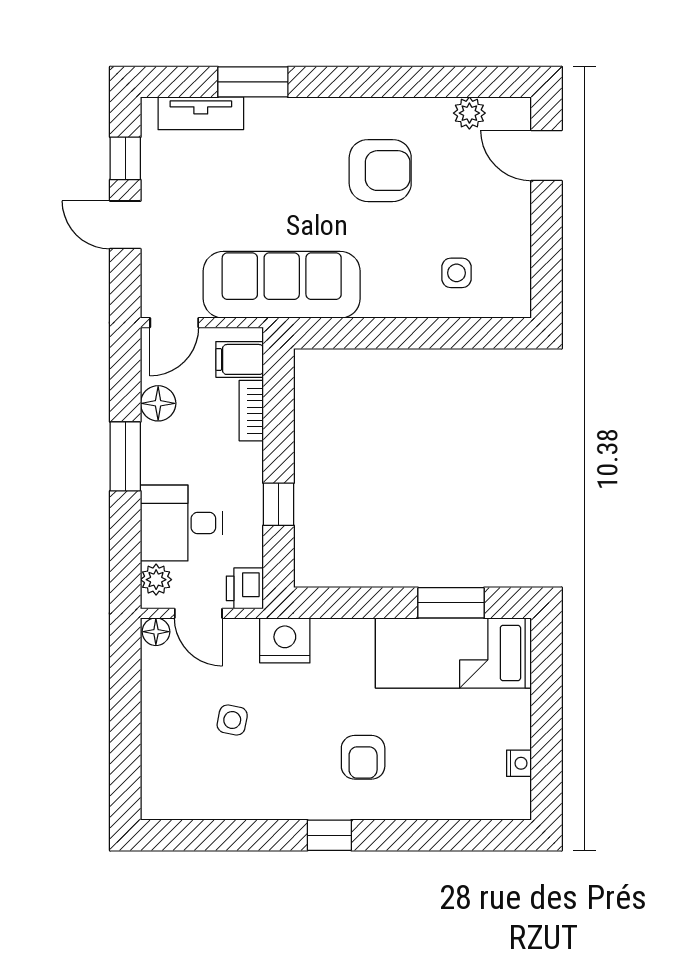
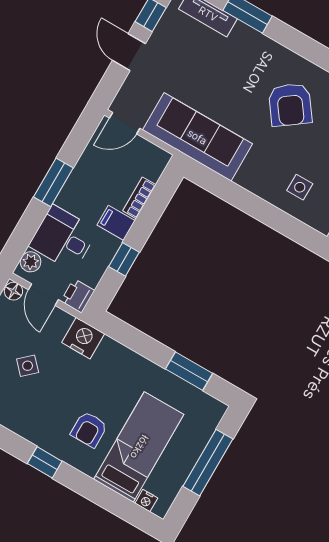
armchair: (380, 171) -> (290, 105), turned 54
filing cabinet: (240, 359) -> (116, 223), moved
floor lamp: (158, 403) -> (89, 163), removed
bed: (453, 653) -> (139, 447), moved, turned 90
window: (547, 710) -> (208, 463), added
side table: (232, 720) -> (28, 366), turned 36
nightstand: (519, 763) -> (146, 501), moved, turned 90

